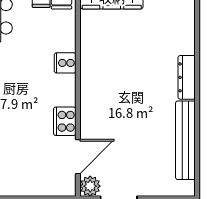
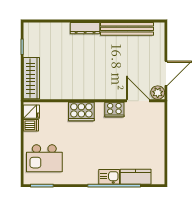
cooker: (65, 63) -> (81, 111), width x1.87, depth x1.31

